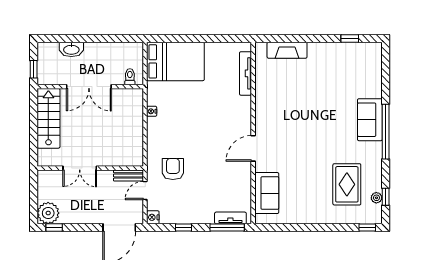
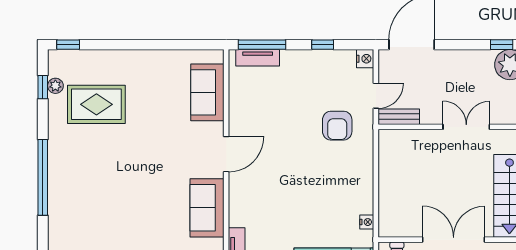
nightstand: (152, 111) -> (367, 222), moved
sofa: (370, 120) -> (207, 208), moved, turned 180
rug: (347, 184) -> (96, 104), turned 90

